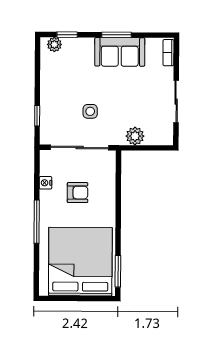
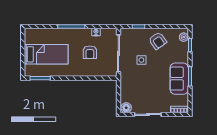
armchair: (60, 86) -> (158, 41), added
plant: (135, 136) -> (126, 89), removed
floor lamp: (165, 136) -> (126, 108), added
bed: (80, 262) -> (46, 54), width x0.49

